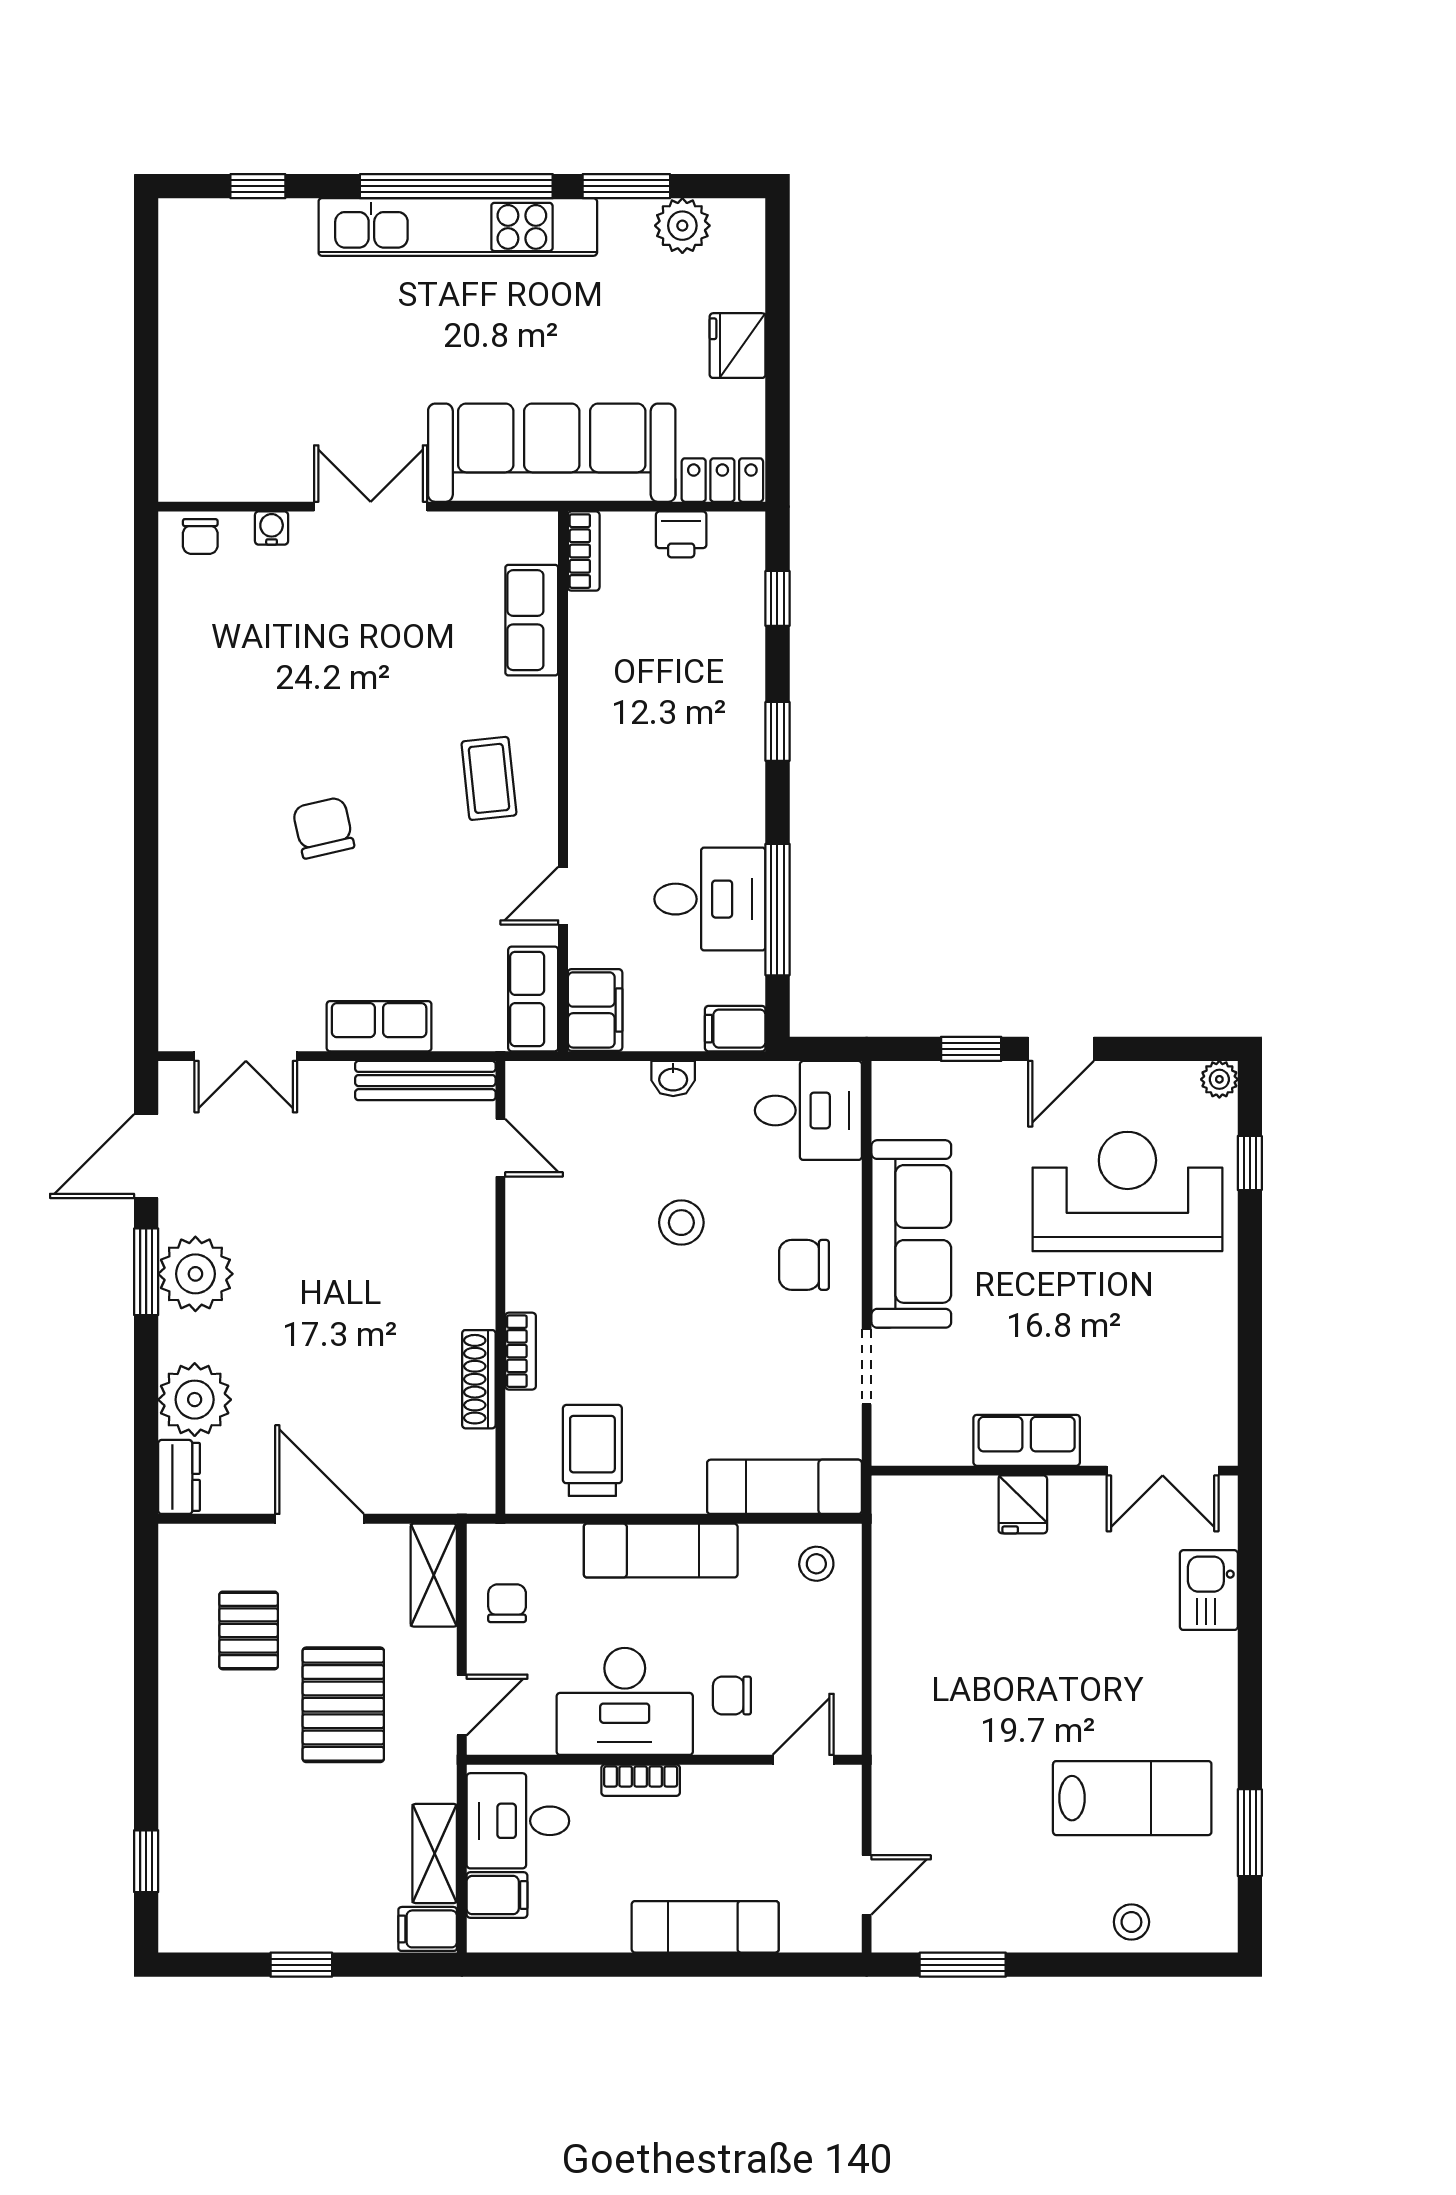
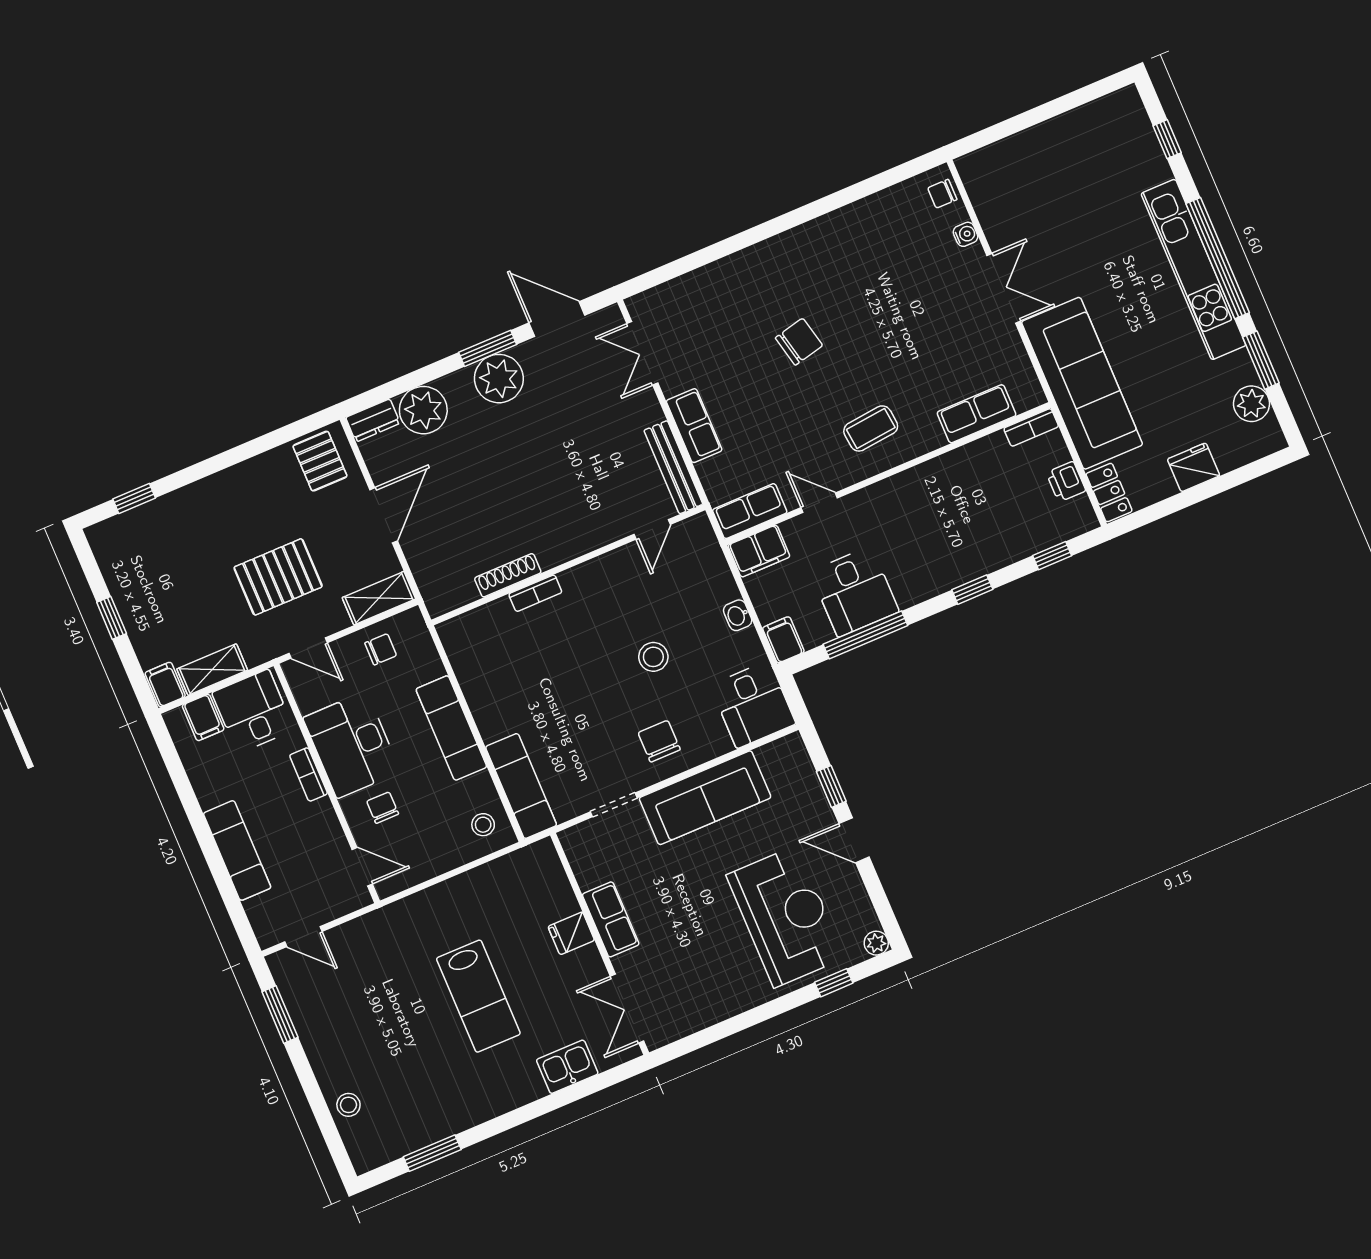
trolley: (592, 1450) -> (494, 662), removed
pallet: (249, 1630) -> (320, 461), moved, turned 90
lab bench: (1132, 1798) -> (478, 996), moved

